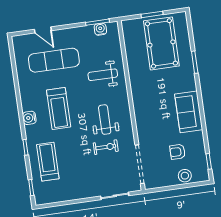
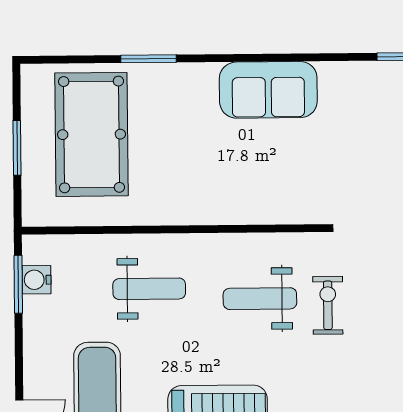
pool table: (161, 43) -> (92, 134), turned 90
weight bench: (103, 75) -> (149, 289), turned -90
armchair: (177, 152) -> (363, 130), removed

